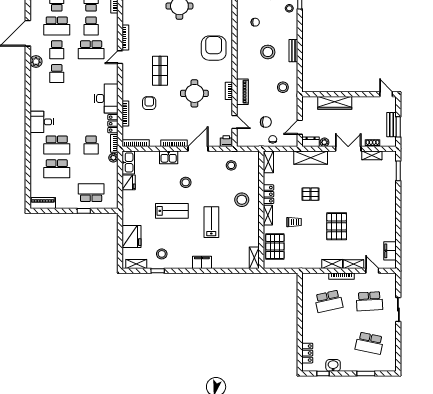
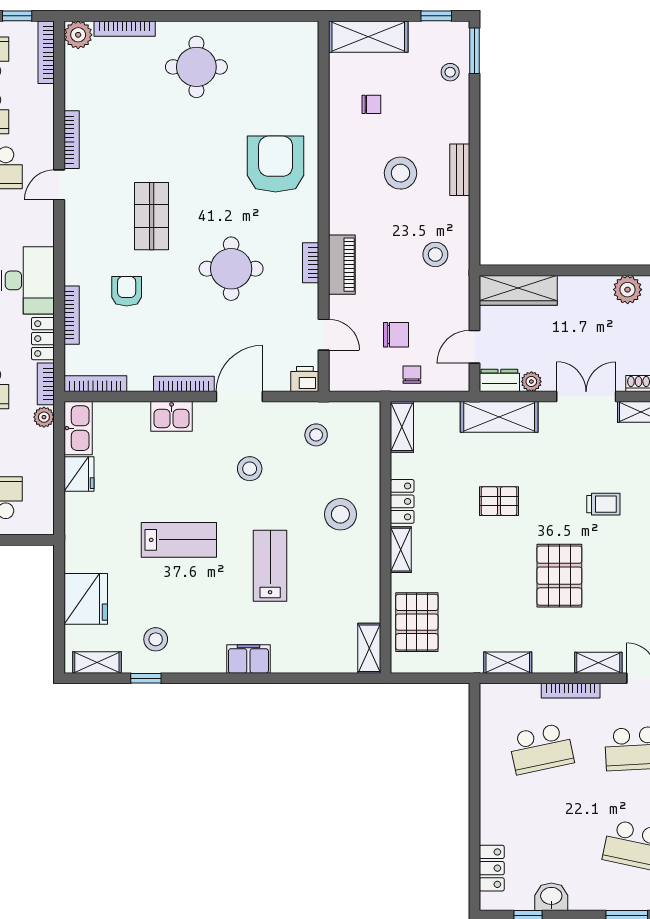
plant: (366, 102) -> (628, 290), added
wardrobe: (335, 103) -> (518, 290), moved
stool: (186, 182) -> (250, 469), moved
trolley: (294, 222) -> (603, 504), moved
shelving: (332, 264) -> (508, 663), moved

